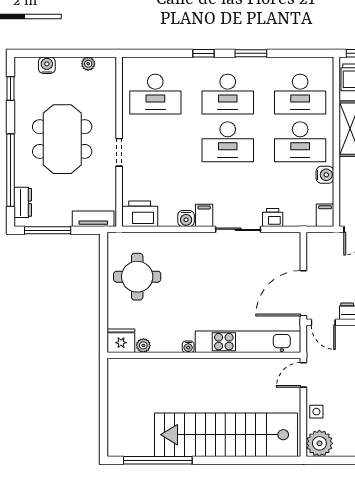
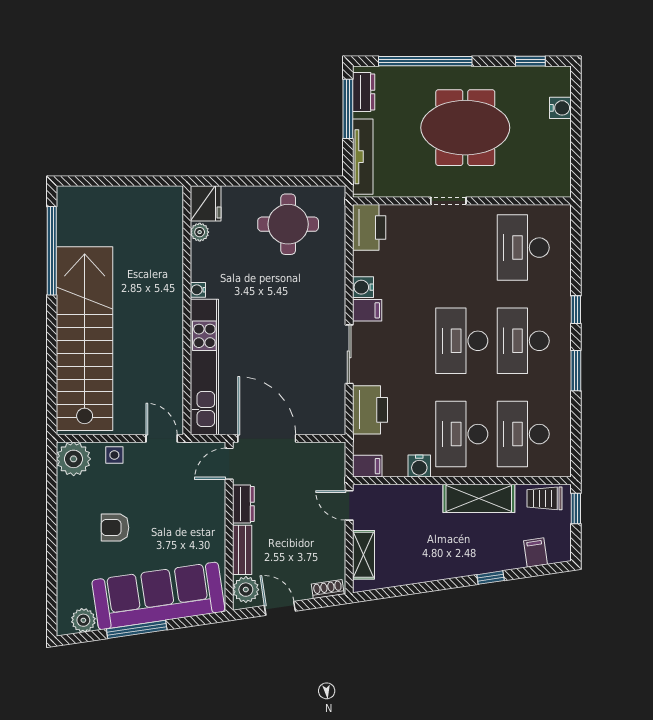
plant: (88, 64) -> (562, 161), removed
dresser: (23, 202) -> (364, 92), moved, turned -90
printer: (273, 217) -> (370, 410), width x1.87, depth x1.48
tv unit: (93, 219) -> (363, 157), width x1.41

